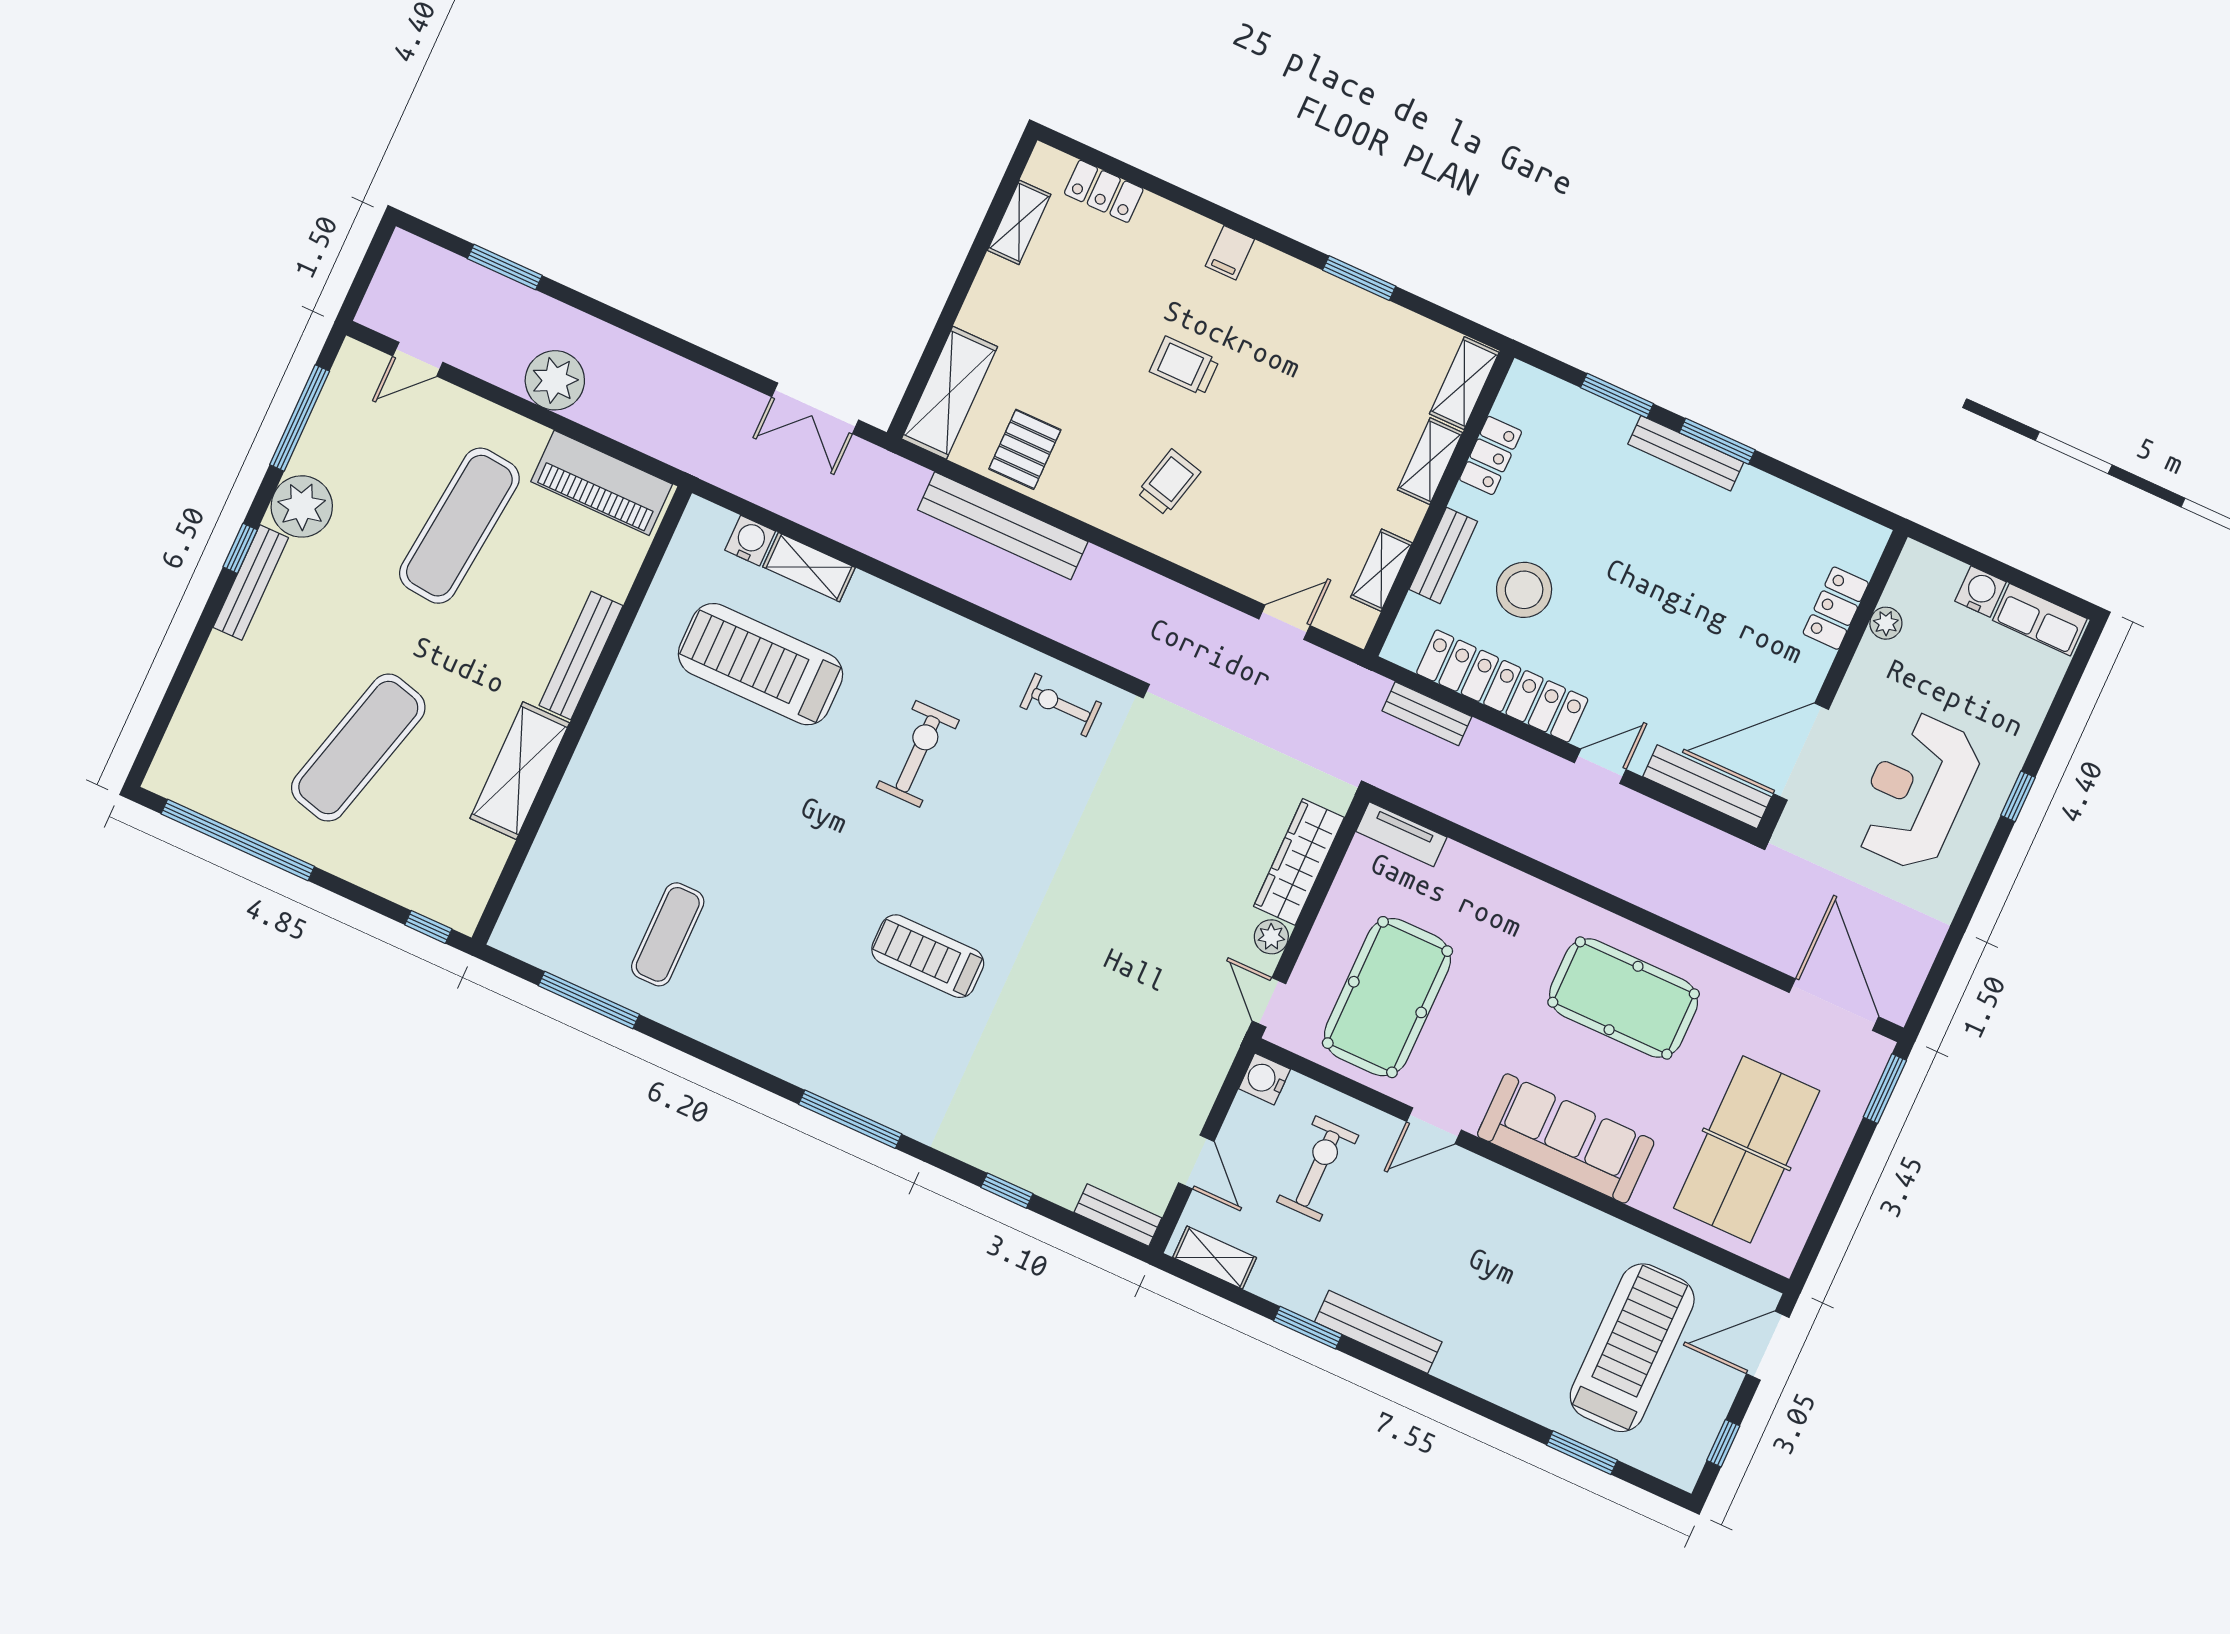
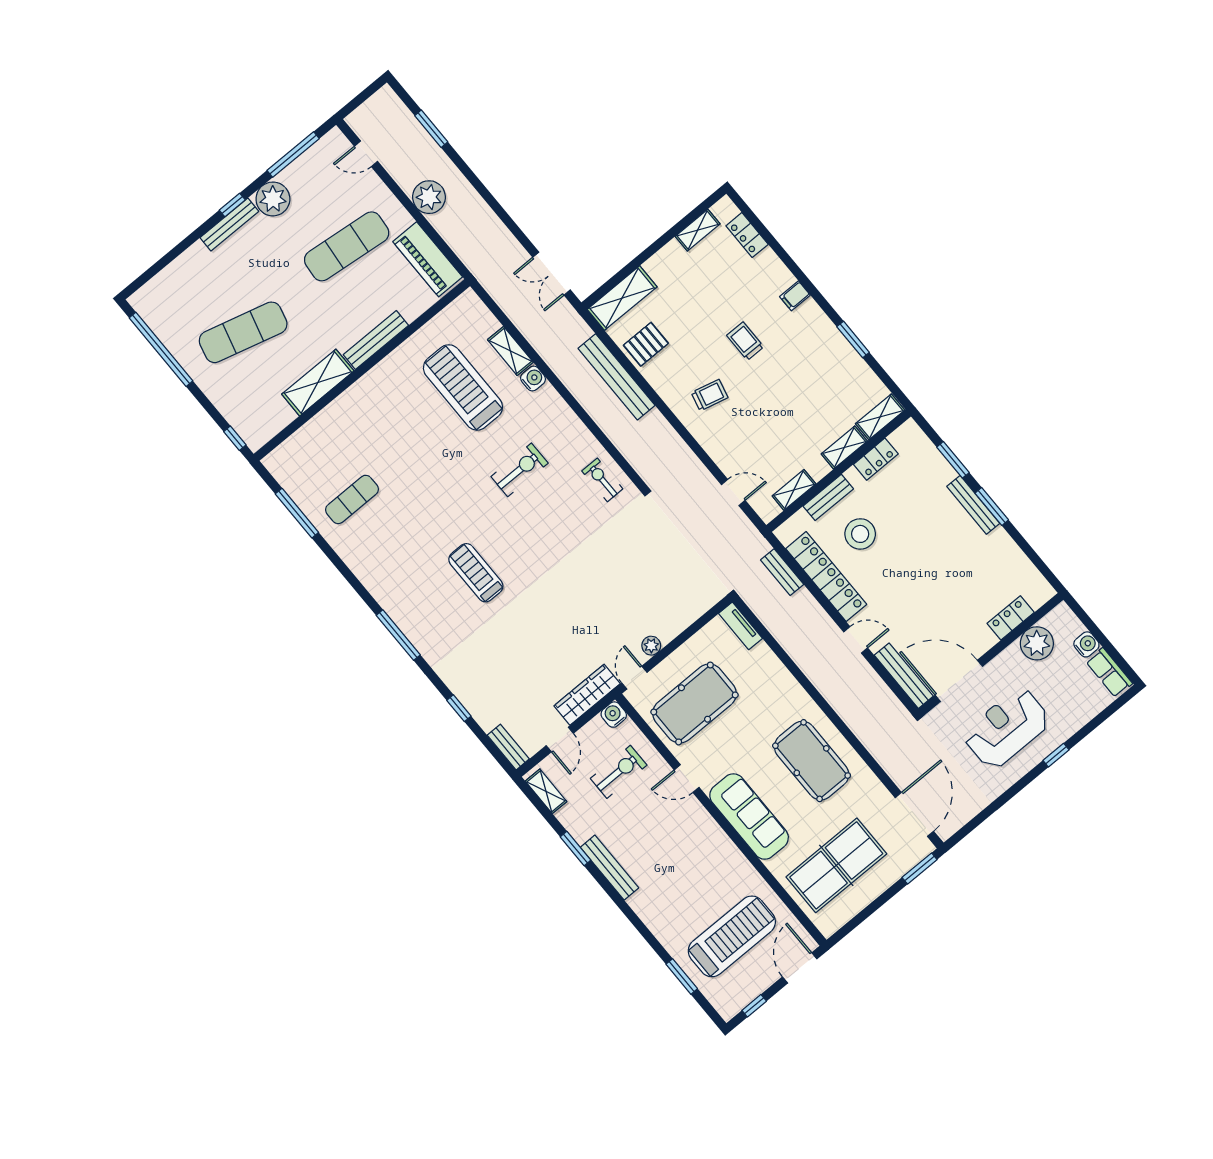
water cooler: (750, 541) -> (533, 379), moved
plant: (1886, 623) -> (1037, 643), width x1.87, depth x1.87
wardrobe: (1299, 862) -> (587, 695), moved
door: (1768, 1346) -> (800, 968), hinge flipped

